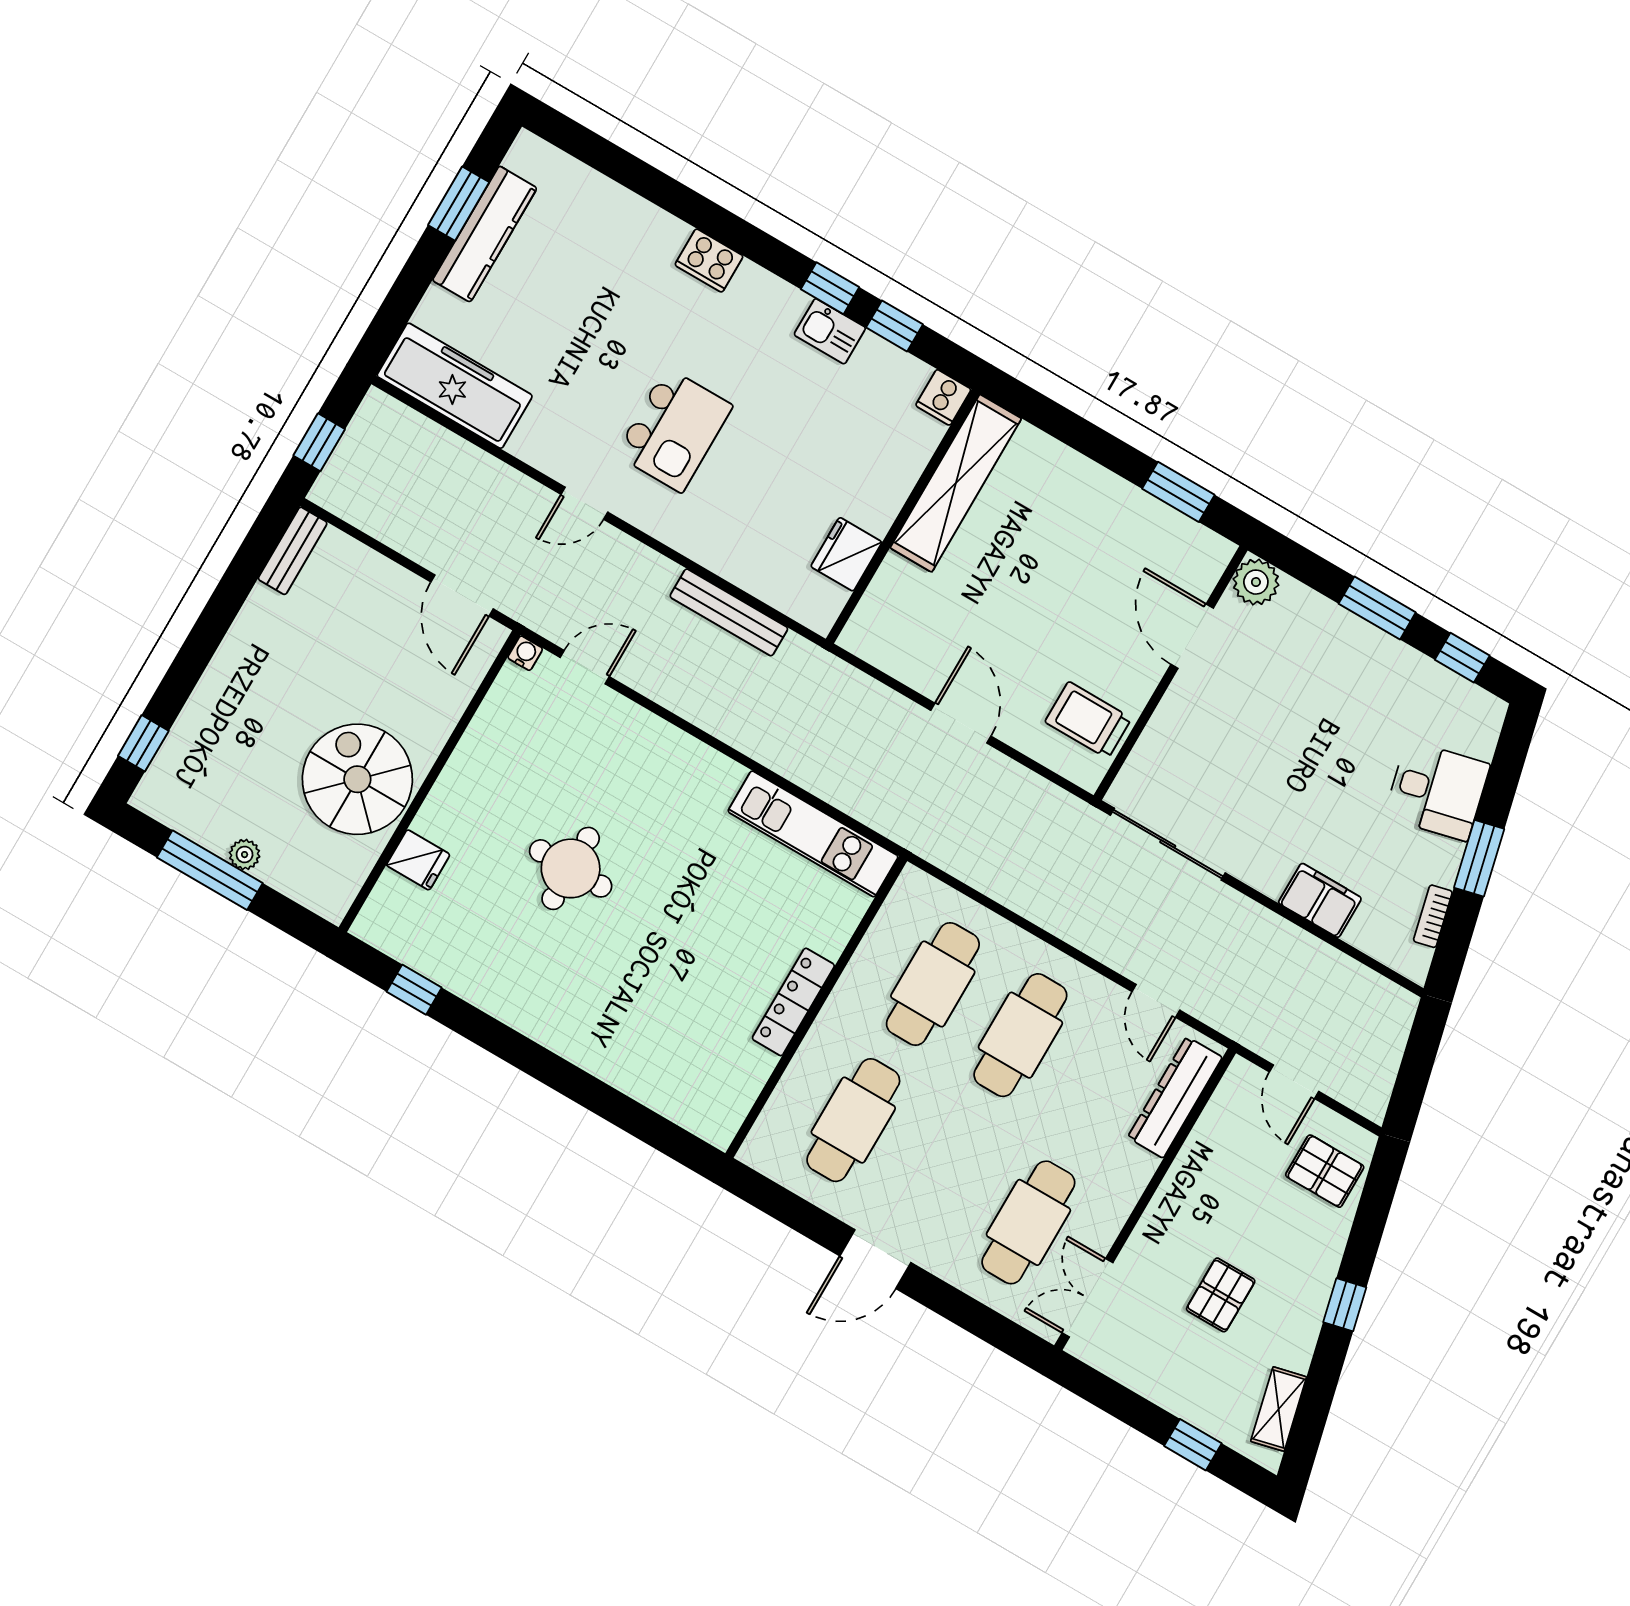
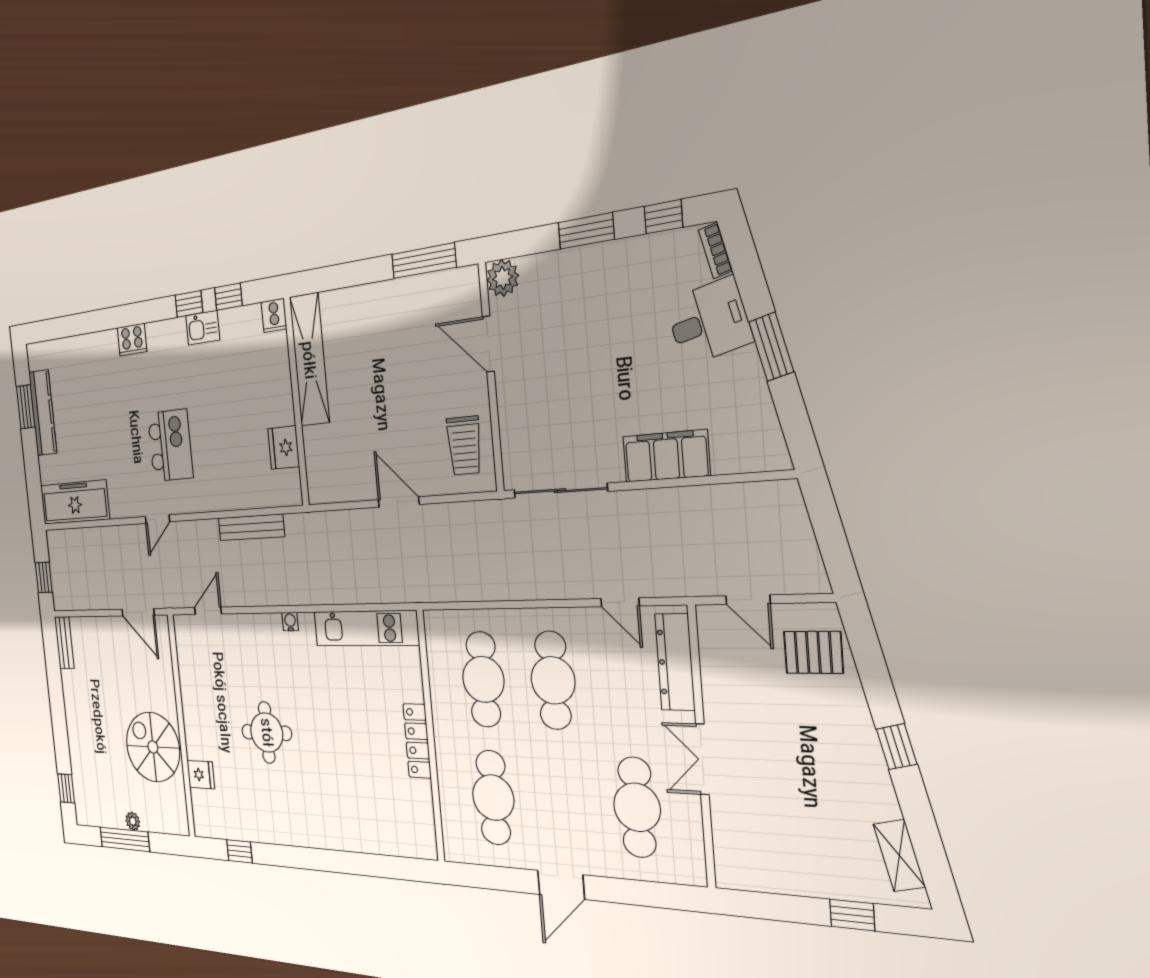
window: (1178, 492) -> (424, 261), width x1.44
water cooler: (525, 653) -> (290, 622), moved
trolley: (1088, 720) -> (464, 446), turned -90
filing cabinet: (1320, 900) -> (666, 456), width x1.50, depth x1.17
bookcase: (1433, 916) -> (716, 250), moved
pallet: (1221, 1295) -> (799, 789), removed
double door: (1088, 1298) -> (702, 759), moved

